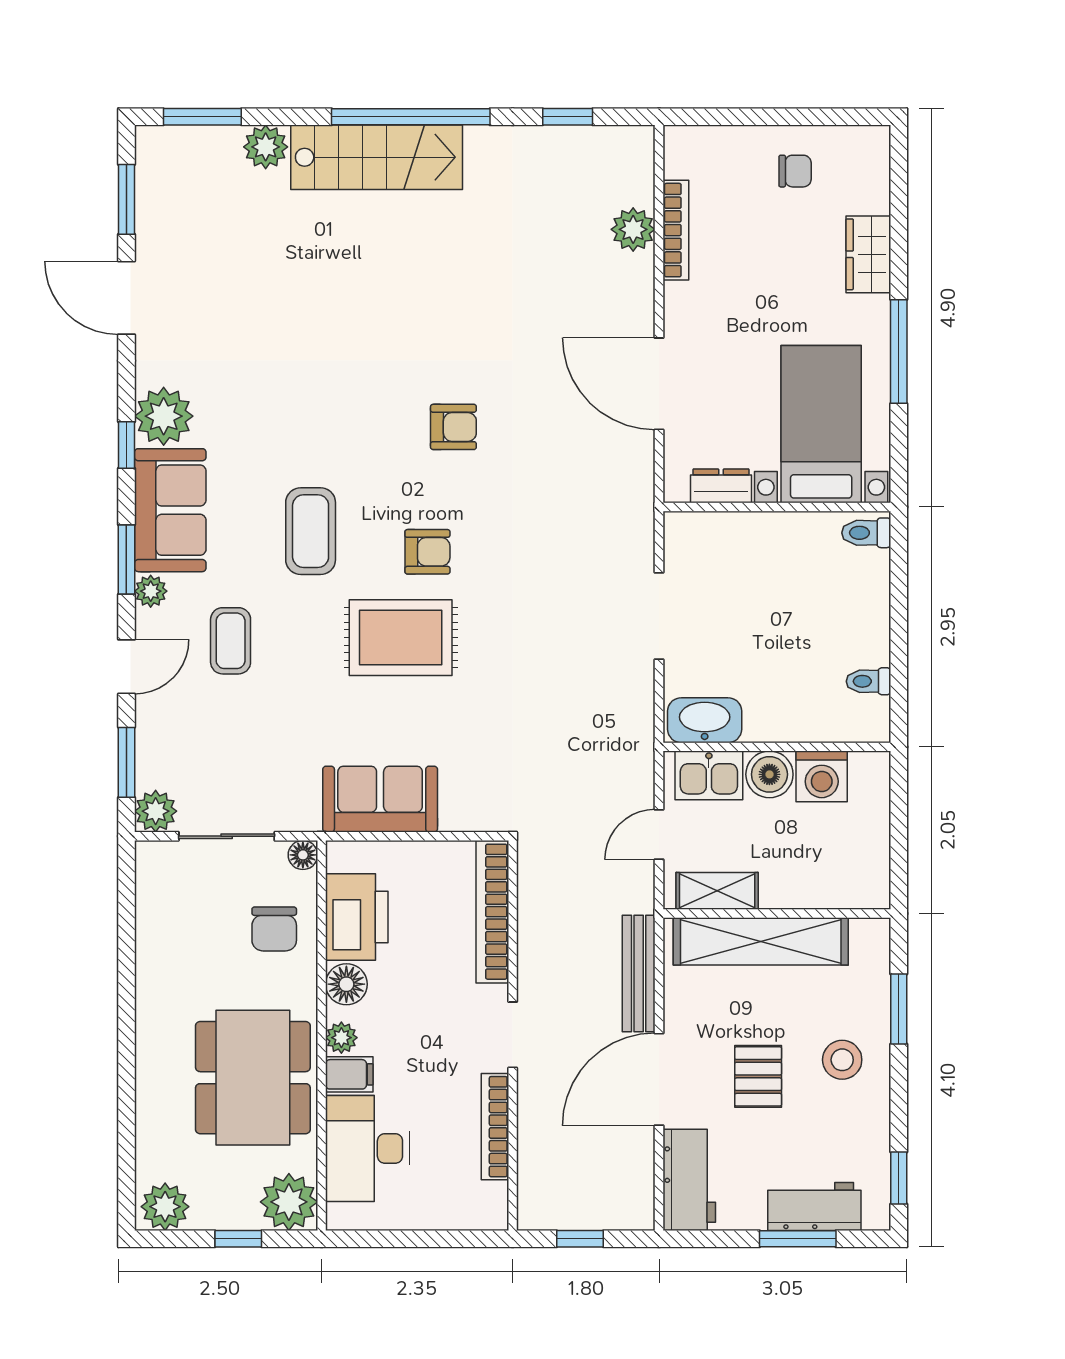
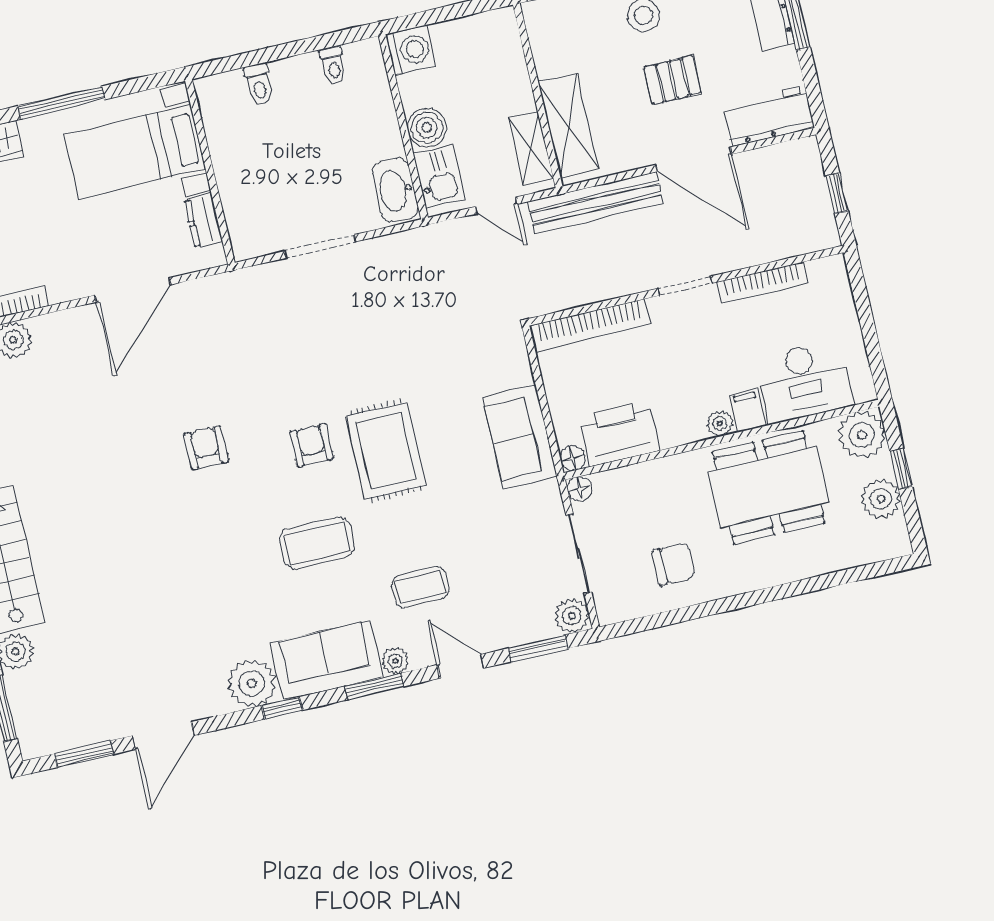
toilet: (866, 533) -> (259, 84), moved
washing machine: (822, 776) -> (411, 50), moved
chair: (274, 929) -> (674, 564), moved
shelving: (761, 941) -> (568, 126), width x0.68
bench: (639, 974) -> (595, 203), width x1.37, depth x1.21
floor lamp: (346, 984) -> (573, 458), moved, width x0.73, depth x0.73
plant: (165, 1207) -> (881, 499), moved

